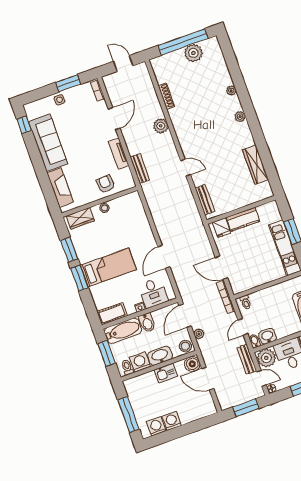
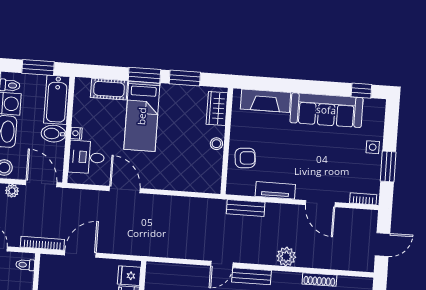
bench: (205, 200) -> (251, 276), moved
cot: (112, 314) -> (109, 89), moved, turned 90

